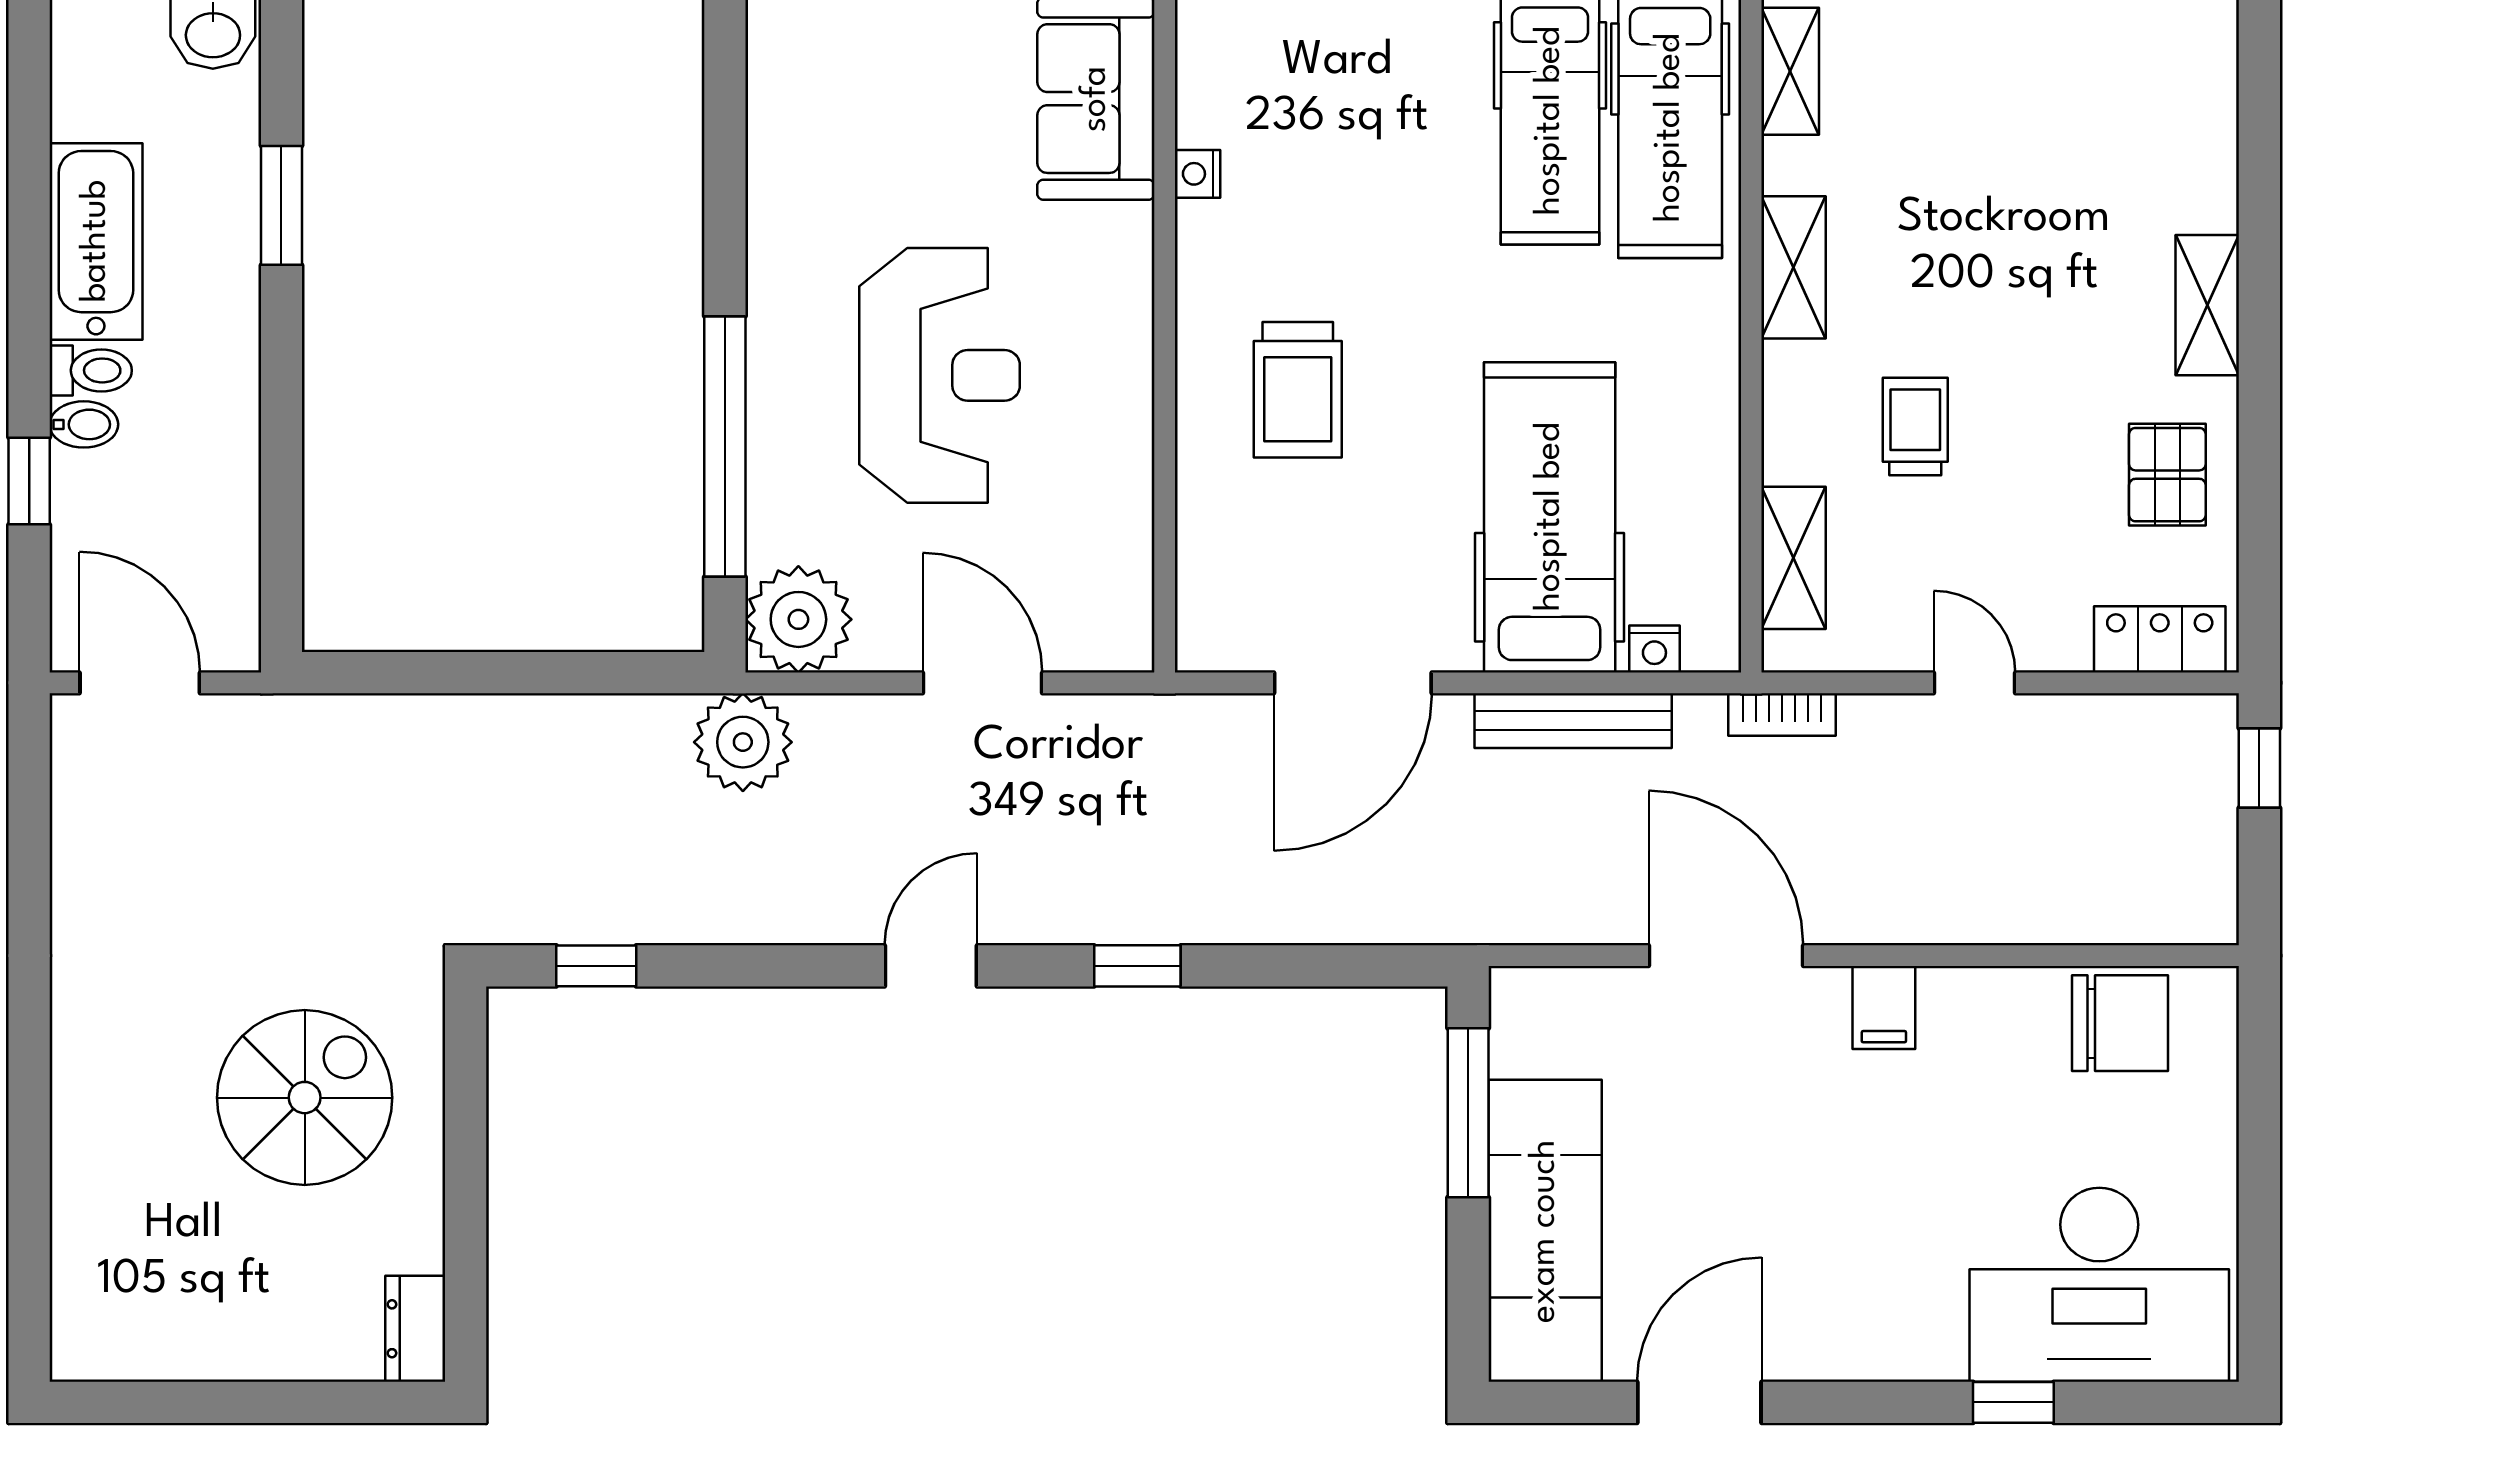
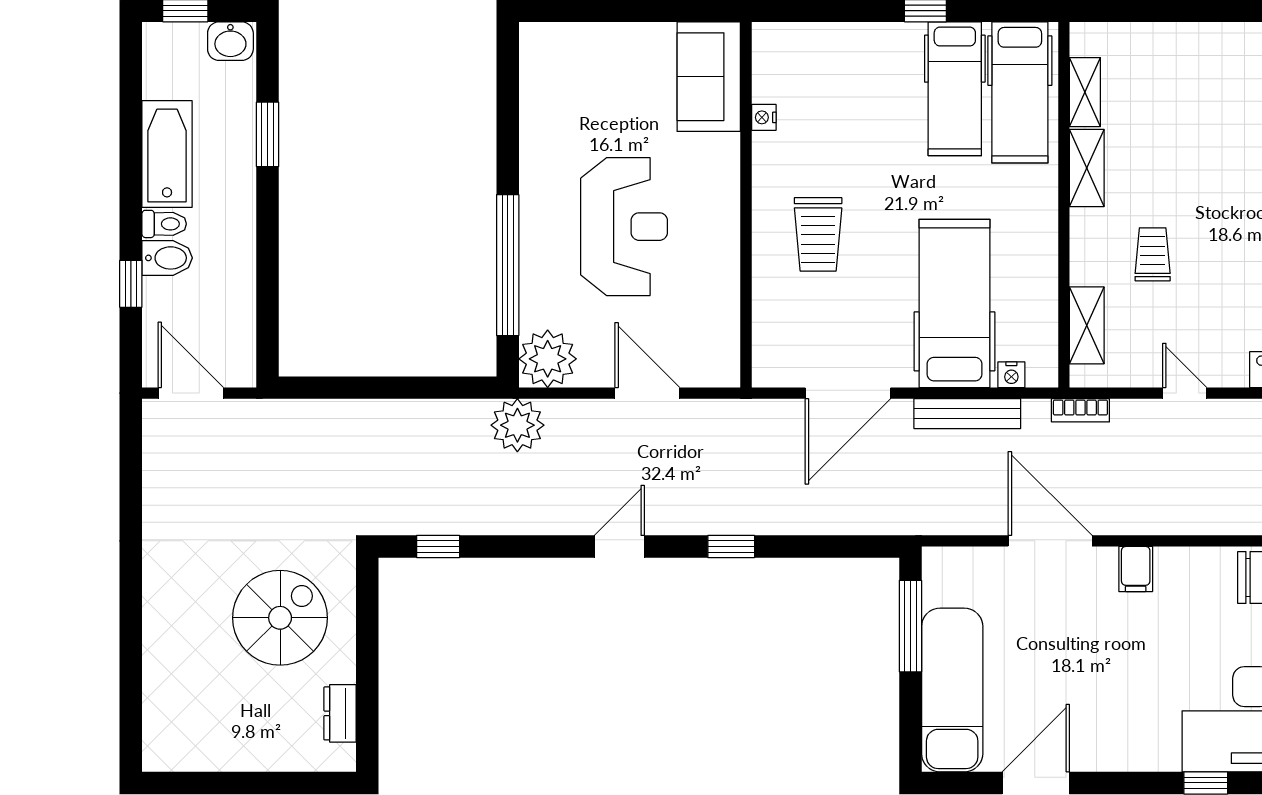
shelving: (1790, 71) -> (1085, 92), moved
bidet: (84, 424) -> (167, 258), width x1.38, depth x1.36
dresser: (415, 1329) -> (340, 713), moved

